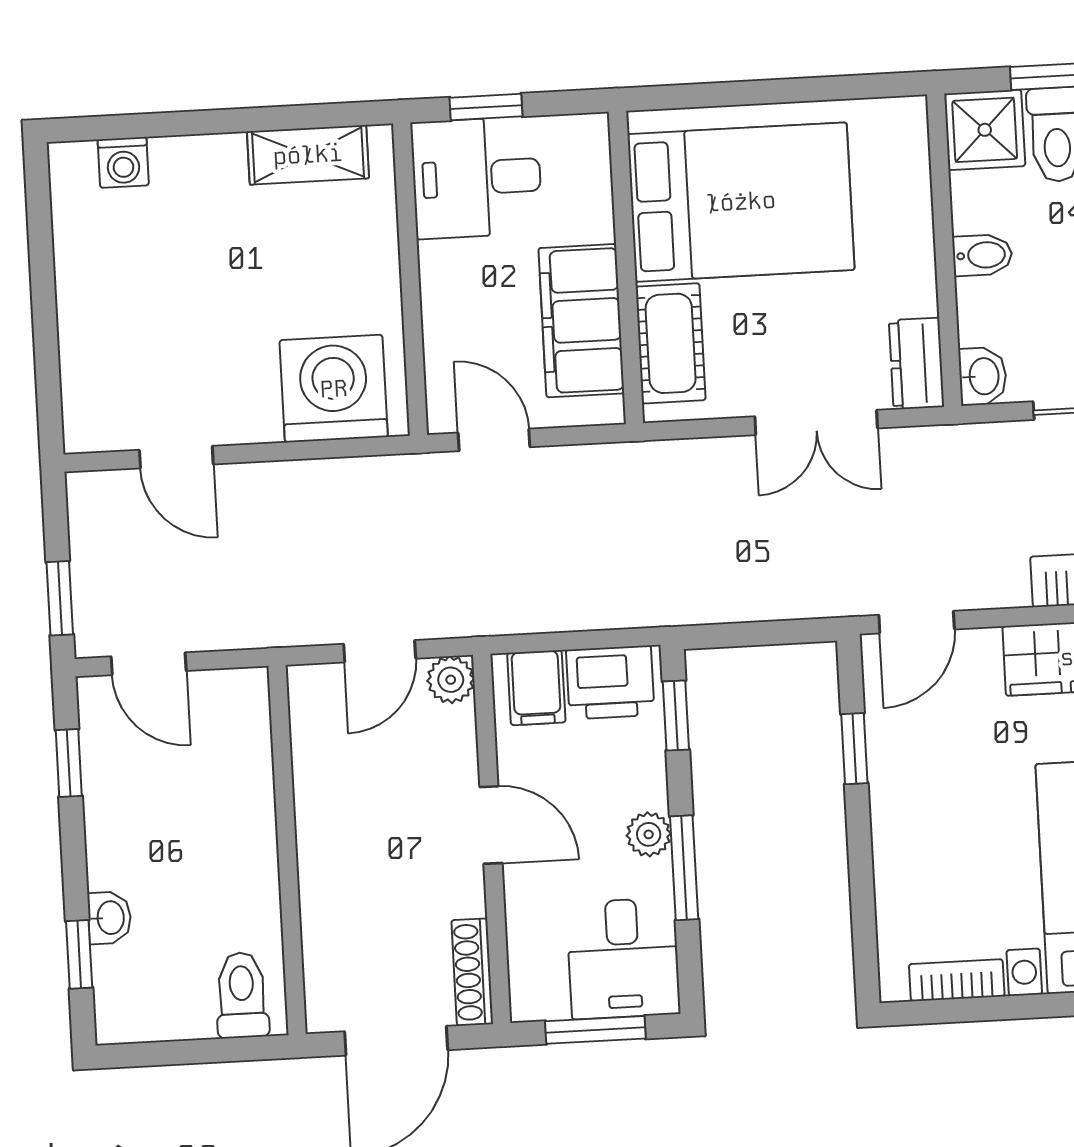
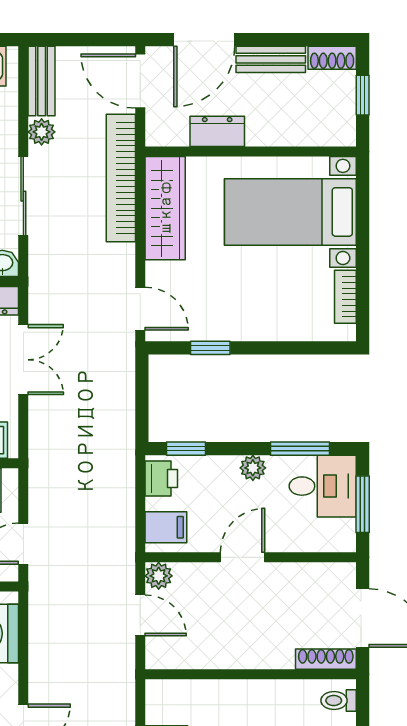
printer: (610, 682) -> (161, 479), width x0.73, depth x0.81
window: (684, 868) -> (300, 449), moved
shoe rack: (472, 972) -> (326, 659), moved, turned 180
toilet: (242, 995) -> (339, 701), width x0.73, depth x0.72

